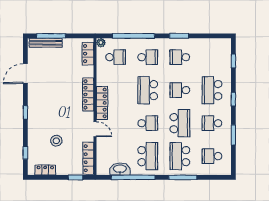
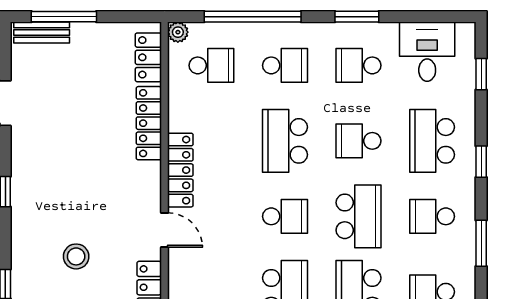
bench: (46, 43) -> (42, 33), width x0.73
desk: (210, 51) -> (427, 52), added
locker: (88, 94) -> (149, 123), moved

